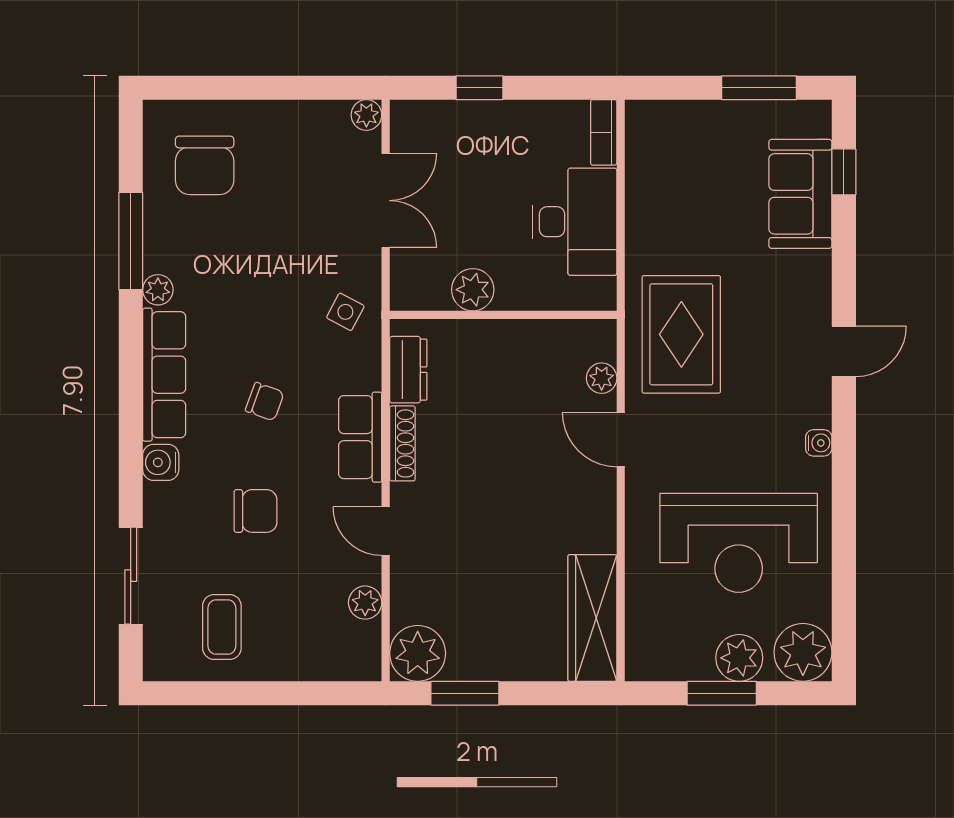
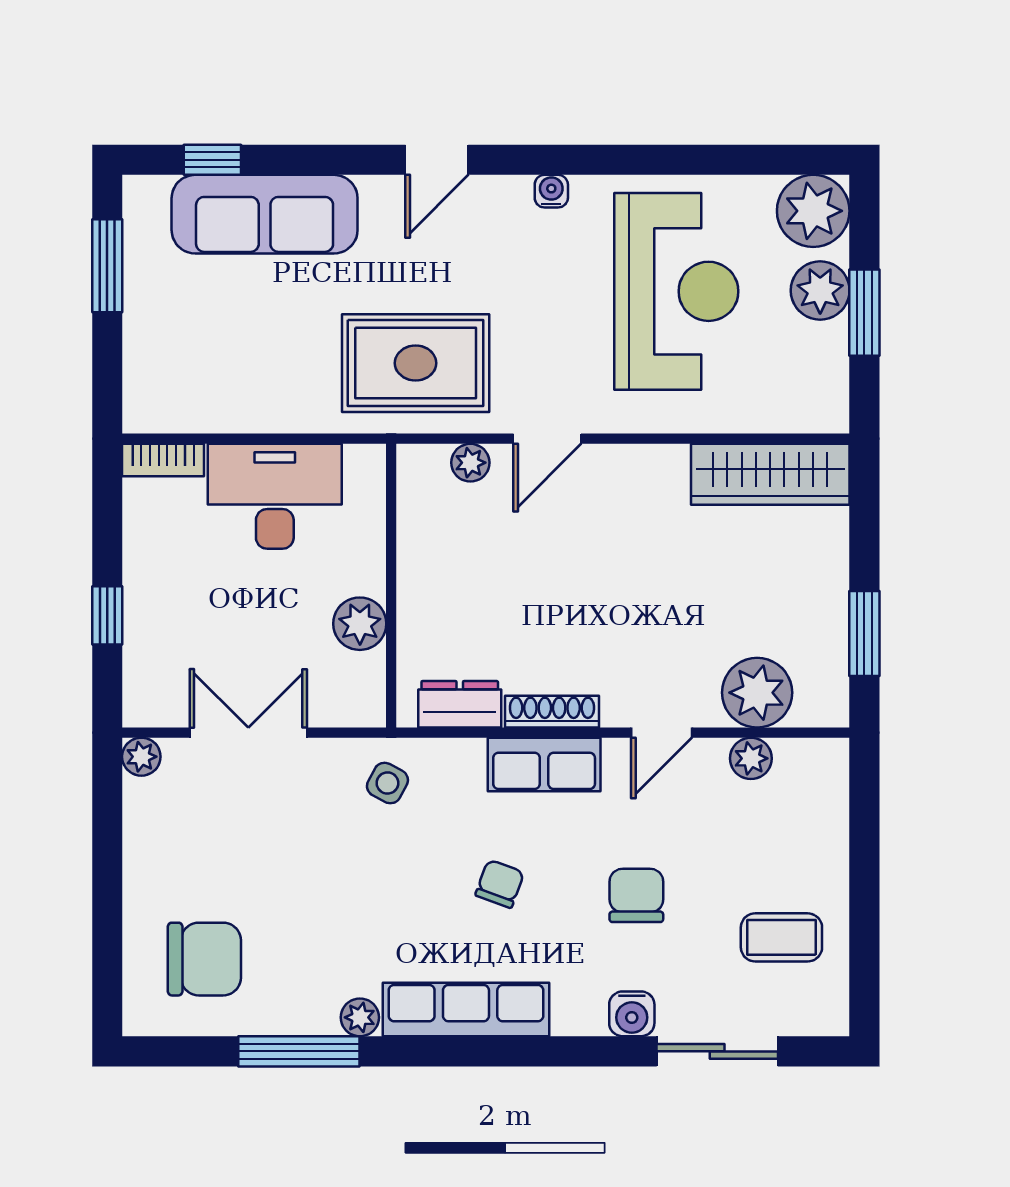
sofa: (800, 194) -> (265, 214), width x1.36
door: (844, 351) -> (437, 160), swing flipped
water cooler: (161, 462) -> (632, 1014), moved
plant: (418, 653) -> (757, 693), moved

